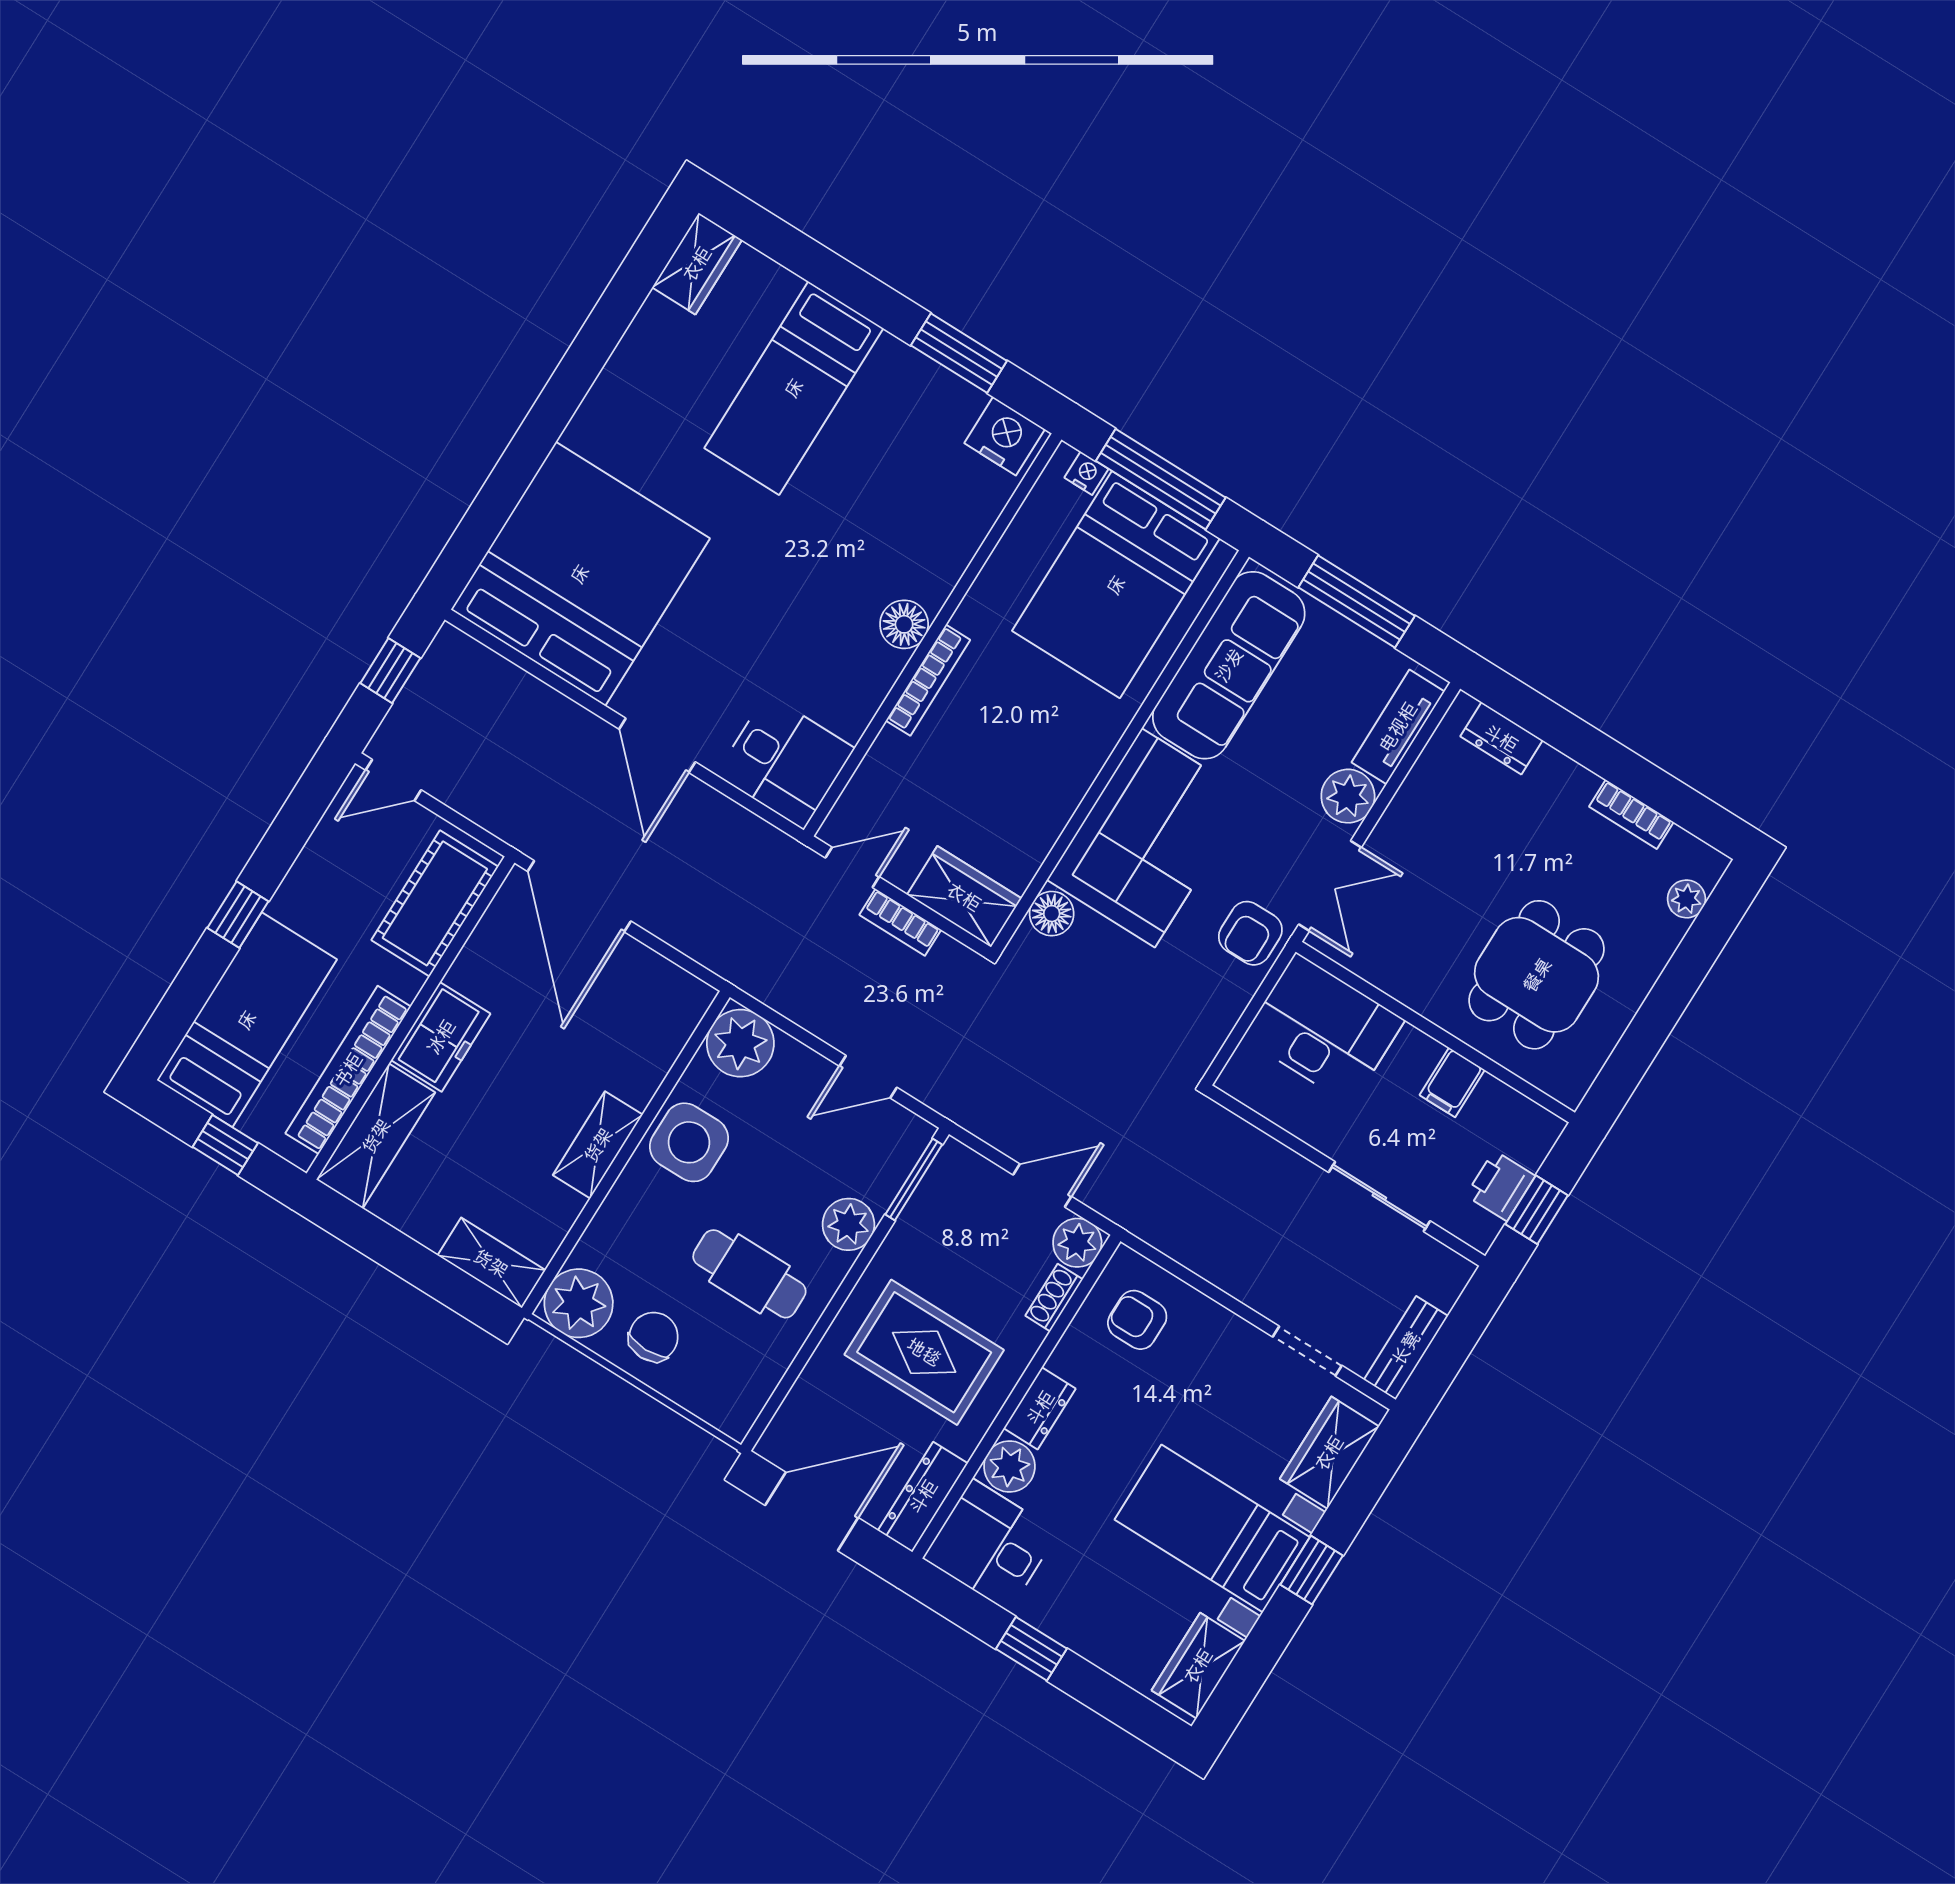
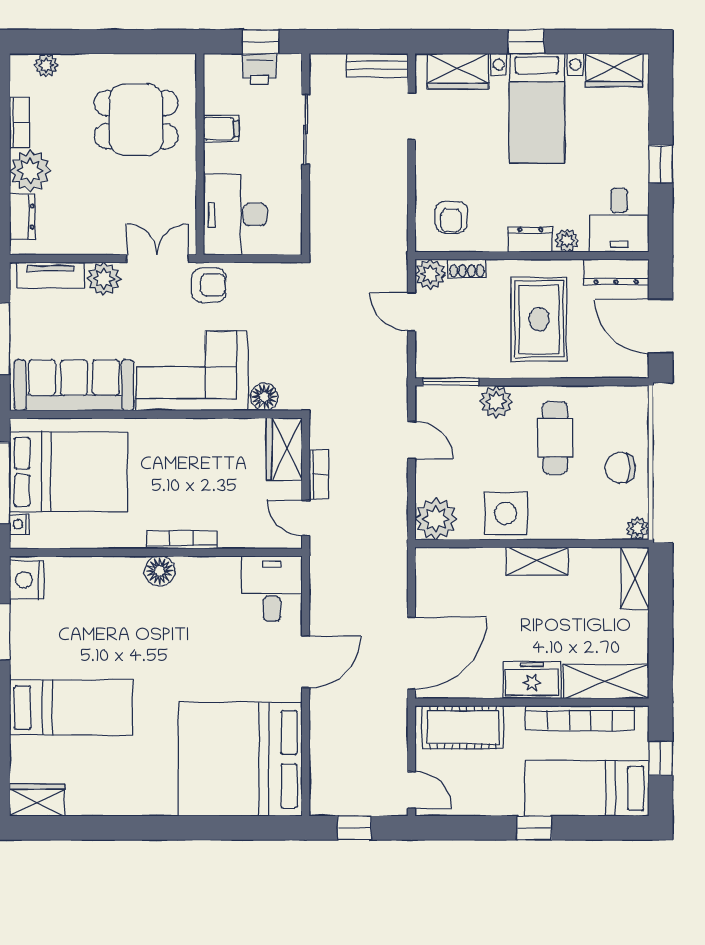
plant: (1557, 788) -> (30, 171), added
plant: (579, 1303) -> (637, 529), width x0.53, depth x0.53
plant: (1009, 1467) -> (567, 240), width x0.73, depth x0.73

